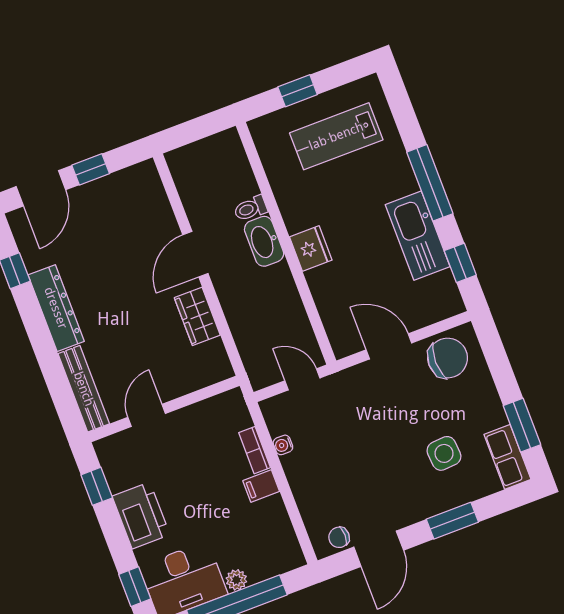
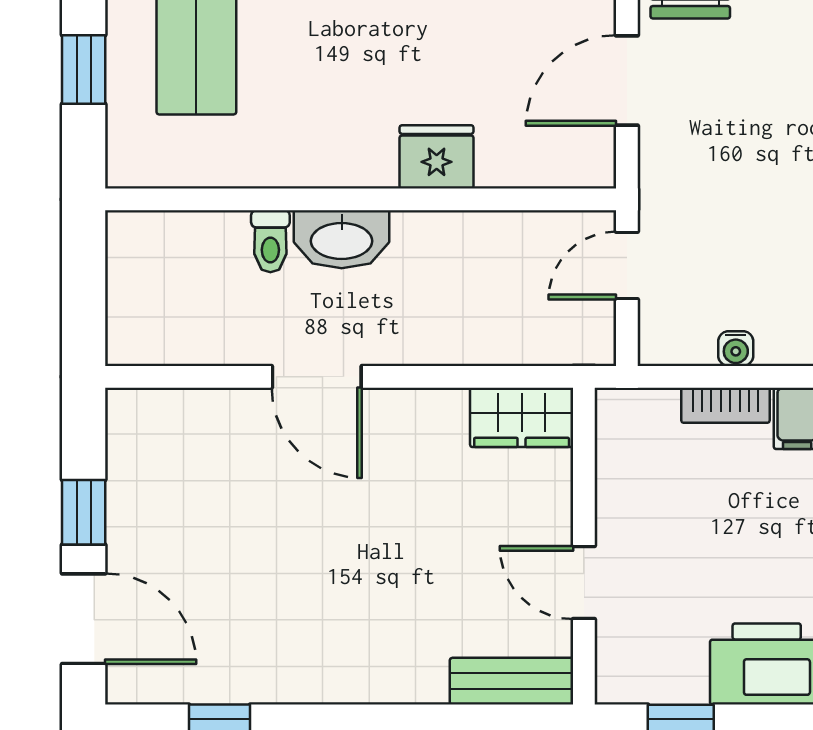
fridge: (311, 248) -> (437, 157), moved
dresser: (56, 308) -> (319, 675), removed
wardrobe: (197, 316) -> (522, 417), moved
bench: (84, 389) -> (511, 681), width x0.73

